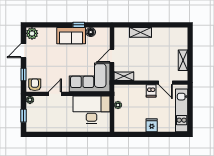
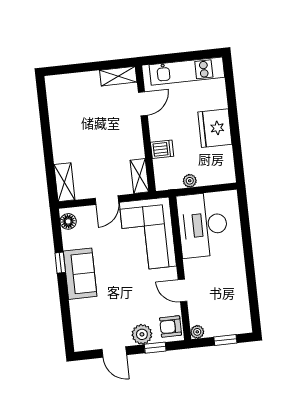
floor lamp: (91, 32) -> (68, 221), moved
shelving: (140, 32) -> (64, 182), moved
plant: (32, 33) -> (142, 334), moved
door: (112, 56) -> (107, 200), hinge flipped
shelving: (183, 60) -> (118, 76), moved
dishwasher: (151, 91) -> (162, 149), moved
fridge: (152, 125) -> (215, 128), width x1.88, depth x1.34

